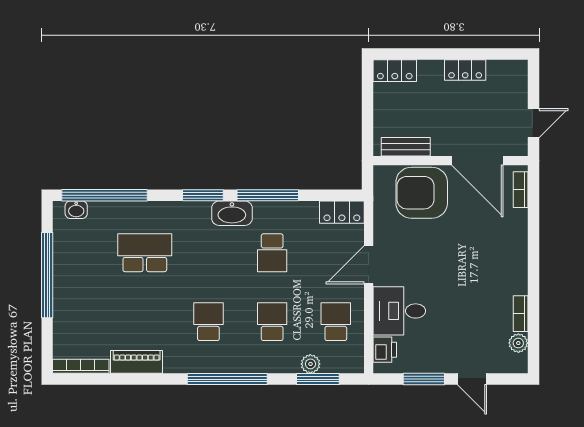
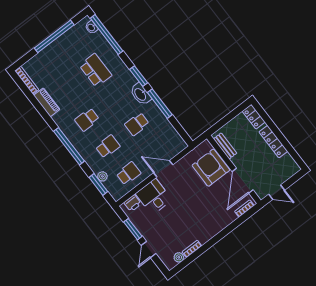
locker: (465, 70) -> (273, 142), width x1.53
locker: (342, 212) -> (177, 140), removed
school desk: (208, 322) -> (87, 120), turned 180

